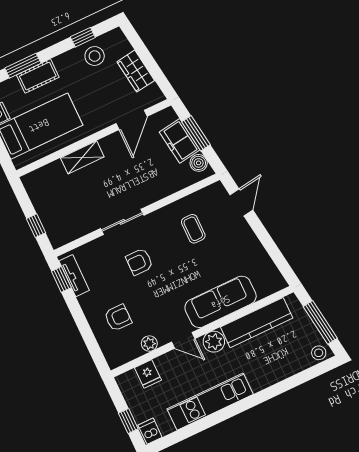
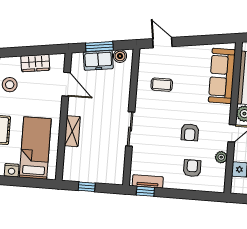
window: (36, 226) -> (87, 187), moved
armchair: (139, 262) -> (190, 132), moved
sofa: (221, 302) -> (222, 76), moved

